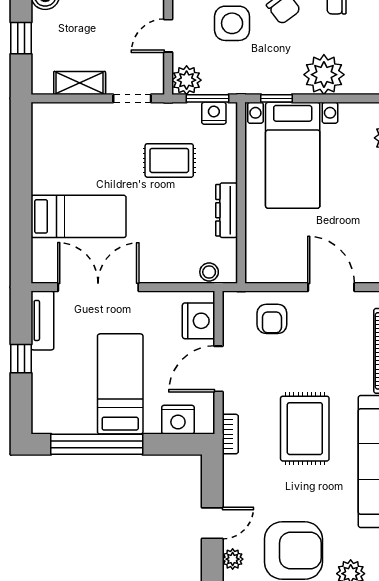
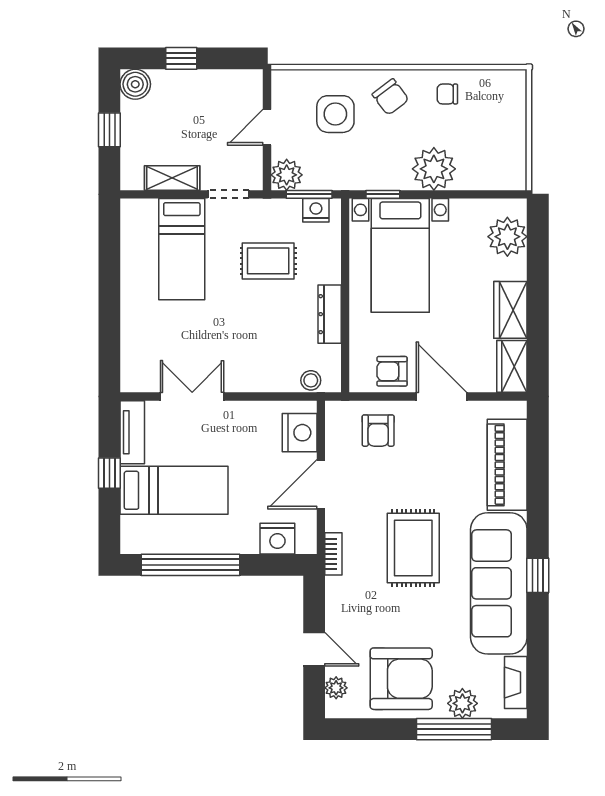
bed: (79, 216) -> (182, 249), moved, turned 90
armchair: (285, 264) -> (392, 371), added
double door: (98, 287) -> (192, 396), width x0.73
bed: (120, 384) -> (174, 490), moved, turned 90
door: (212, 523) -> (314, 649), hinge flipped

